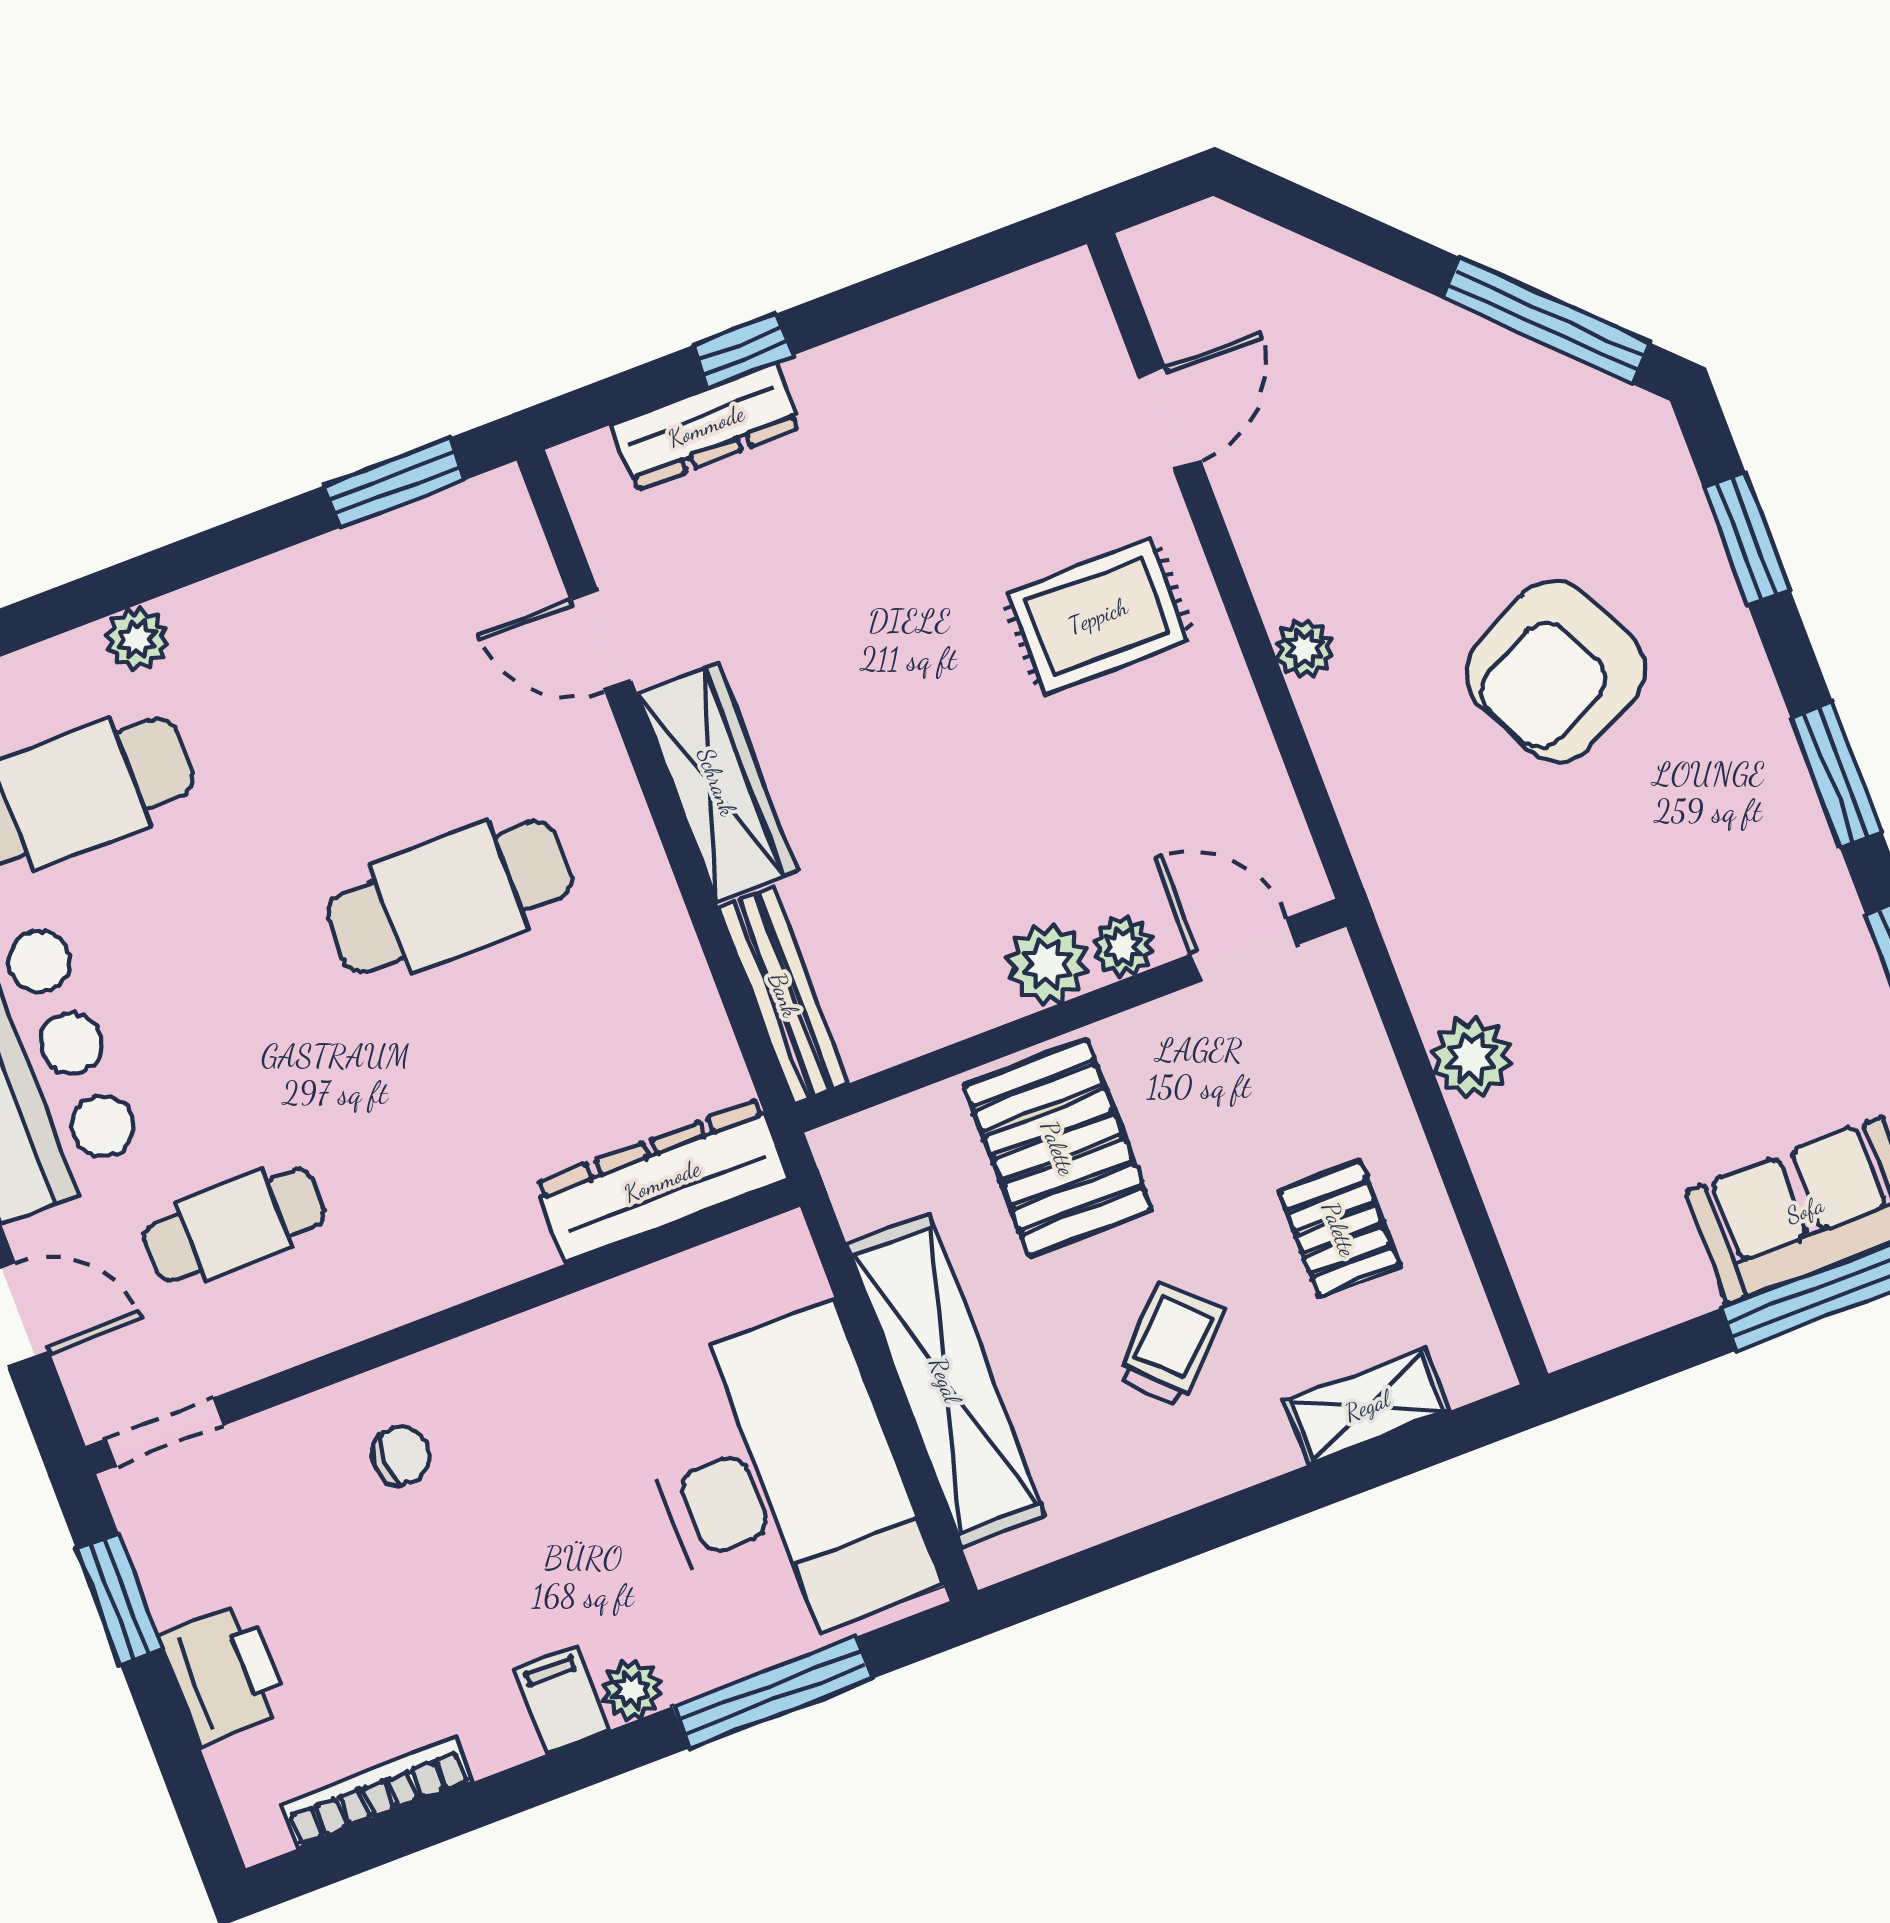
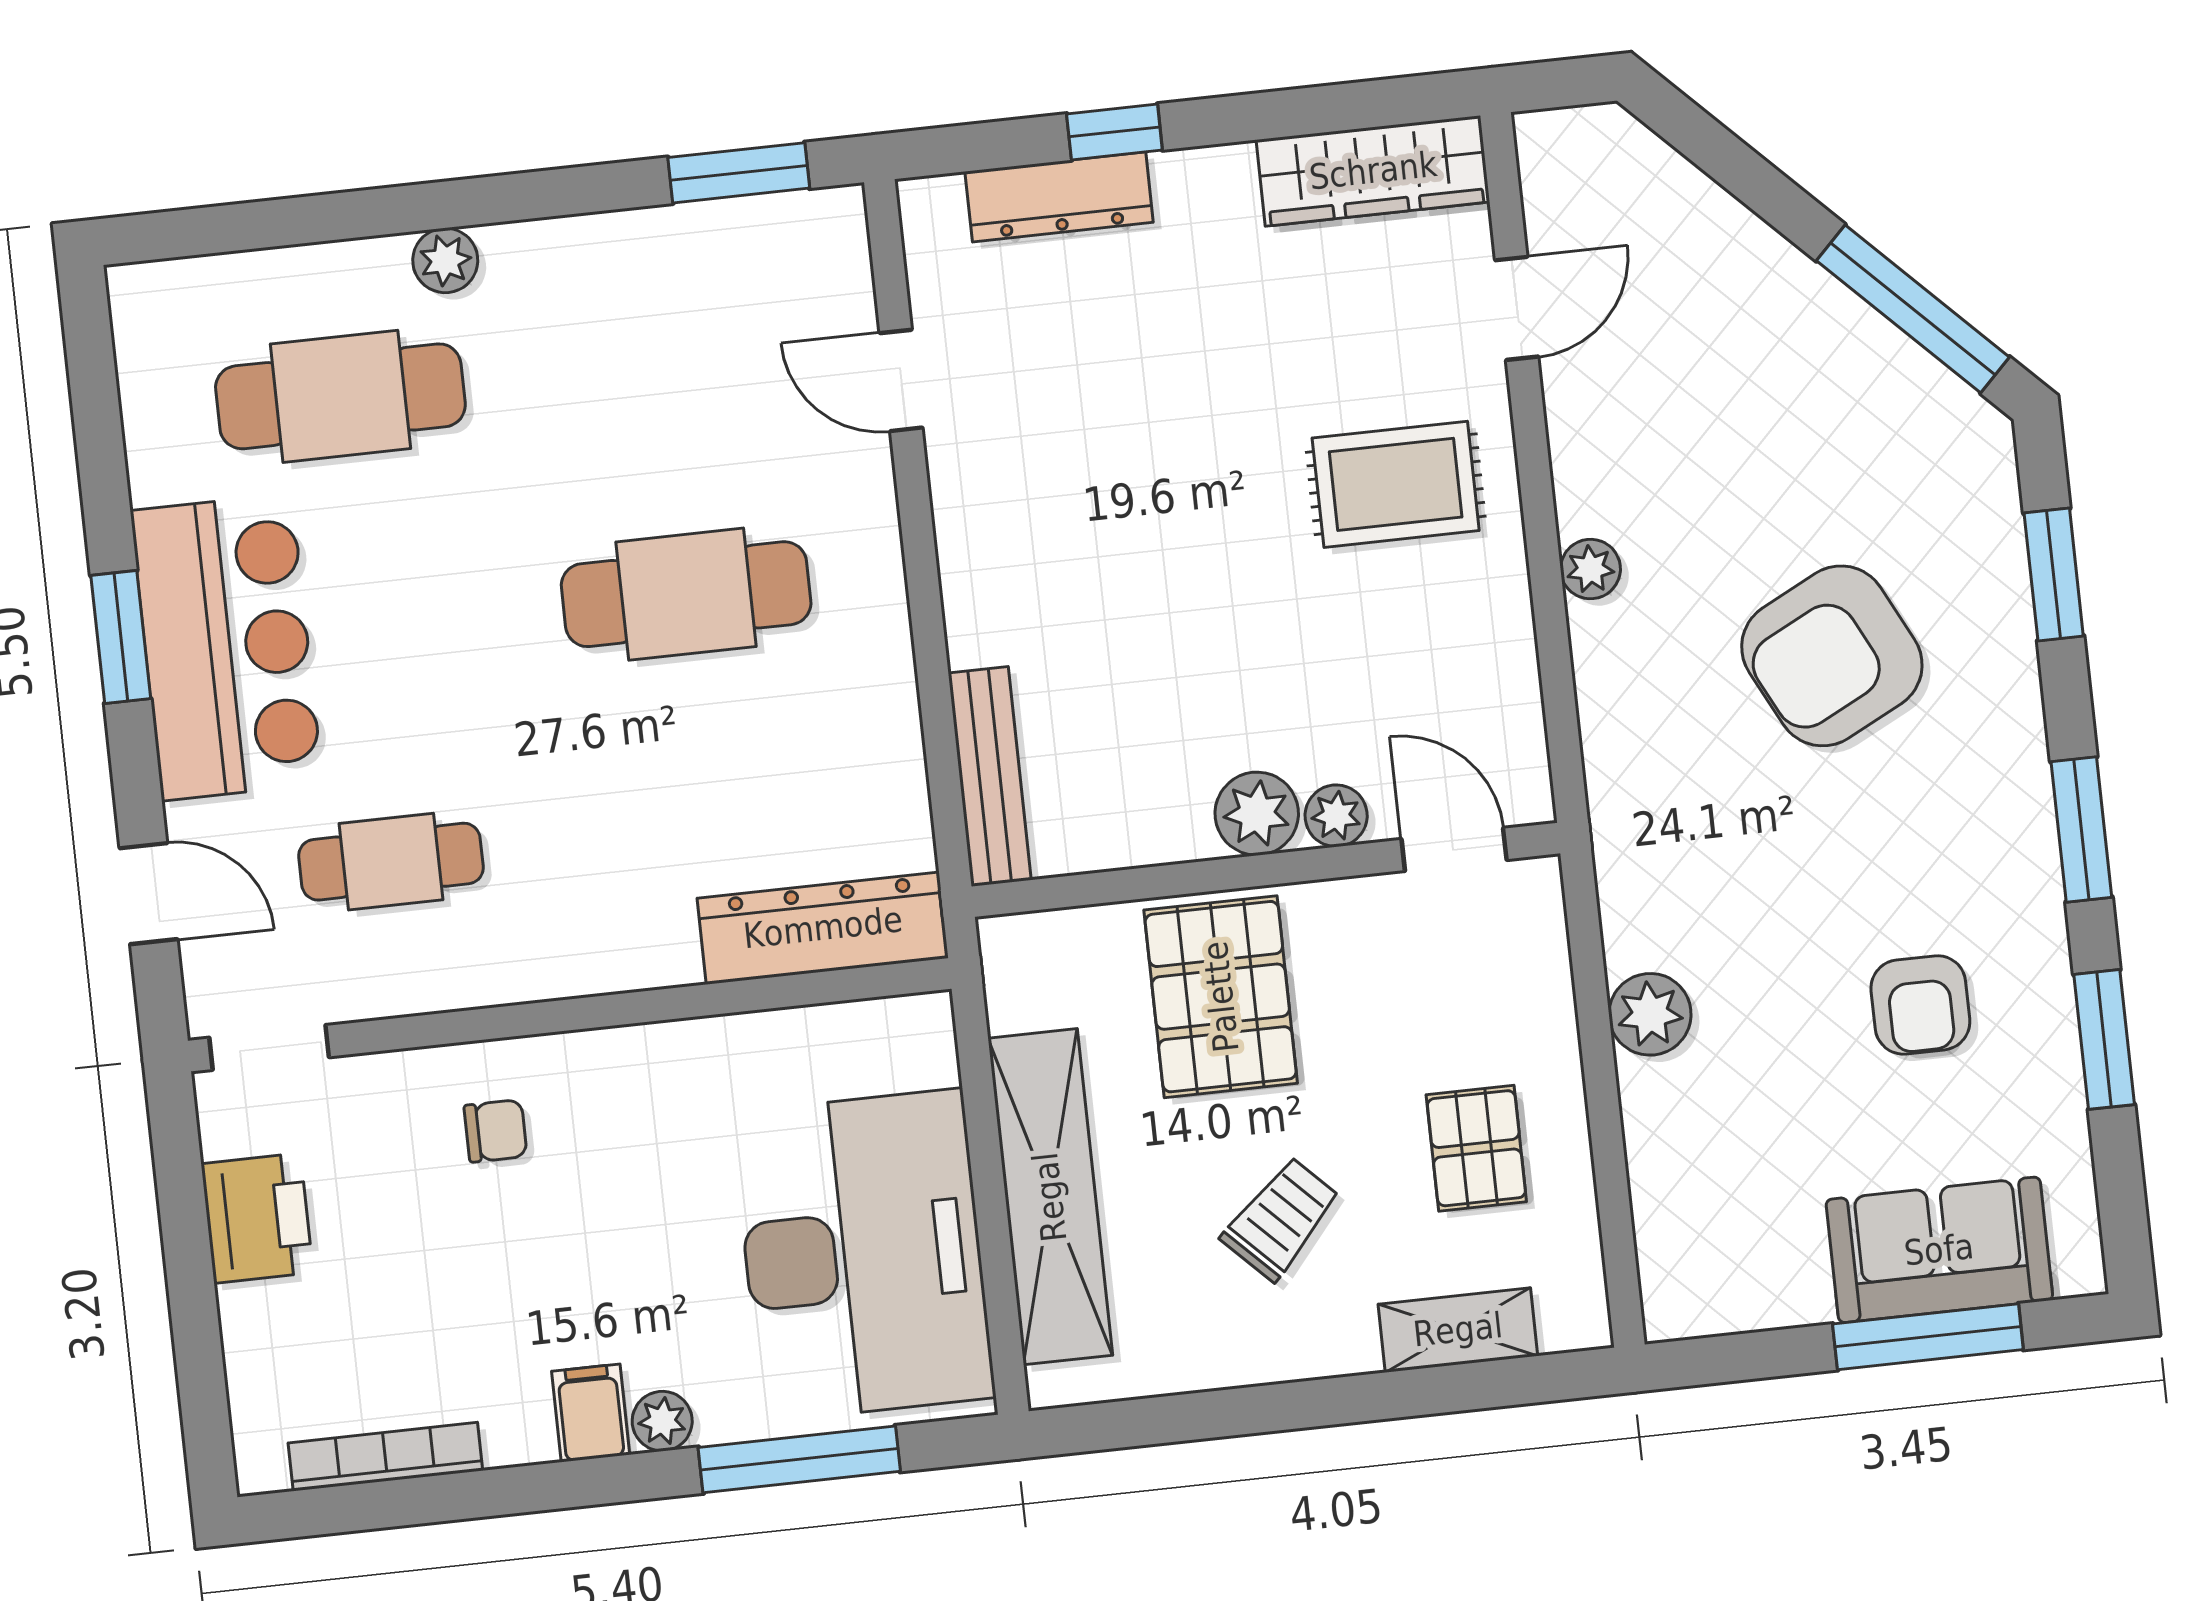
wardrobe: (717, 782) -> (1373, 171), moved, turned 90
armchair: (1727, 982) -> (1920, 1005), added
window: (119, 1599) -> (182, 1200), removed
printer: (224, 1673) -> (257, 1218), moved

